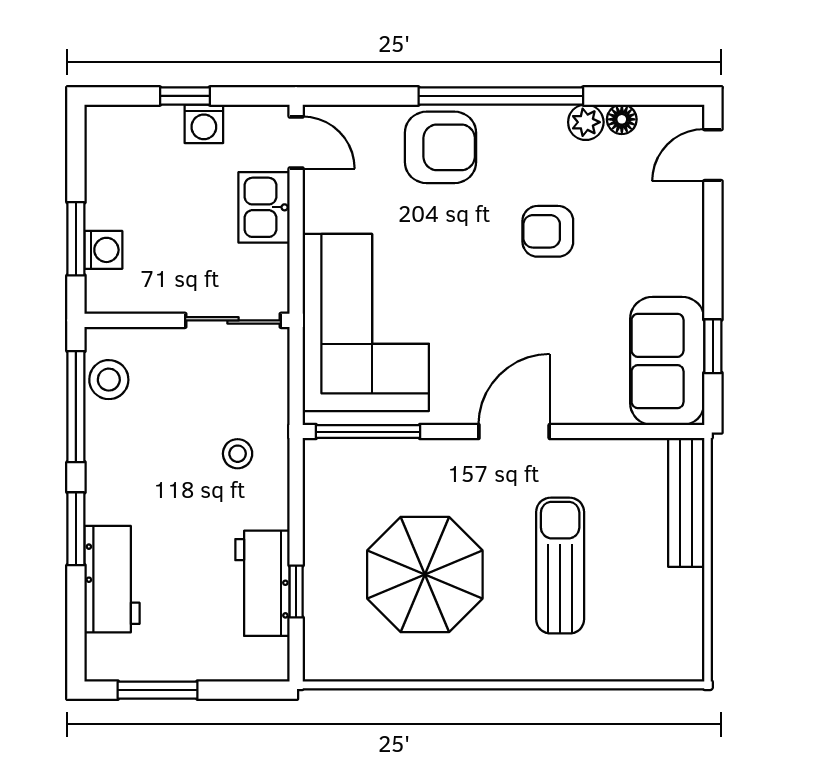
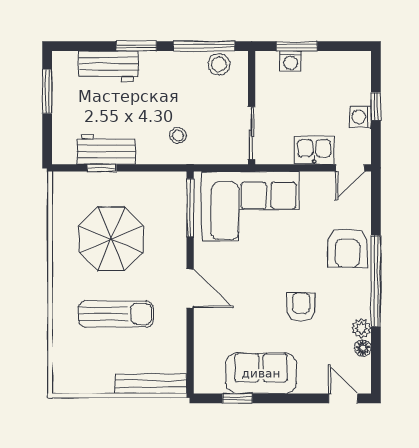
sofa: (667, 361) -> (261, 373), moved

